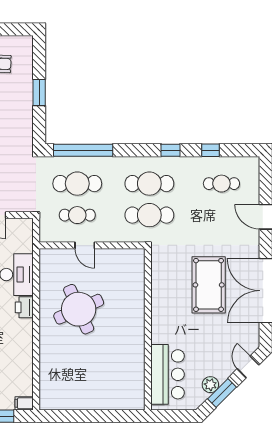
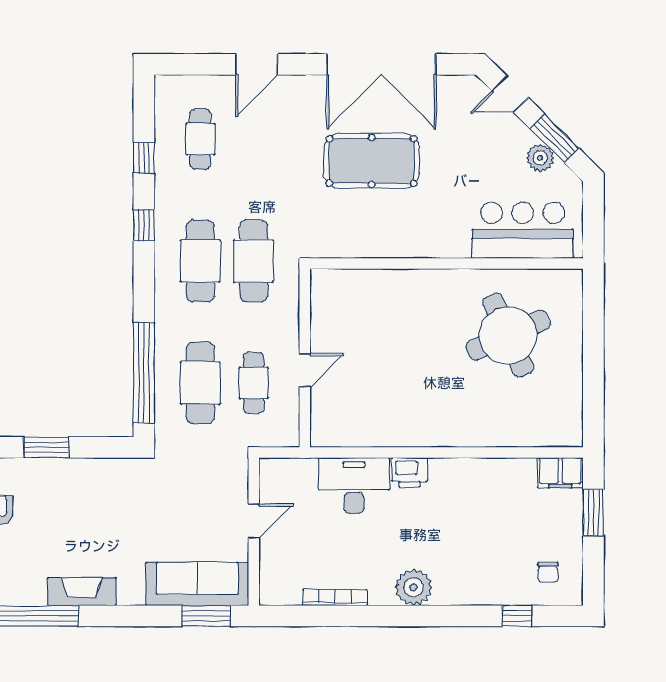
round table: (79, 309) -> (508, 335), moved
filing cabinet: (24, 403) -> (560, 473), width x2.00

